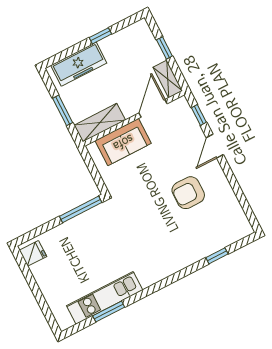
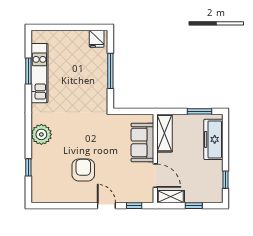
window: (100, 36) -> (225, 180), moved
window: (63, 110) -> (199, 111), moved
window: (81, 209) -> (110, 71), moved
plant: (173, 260) -> (41, 134), added

